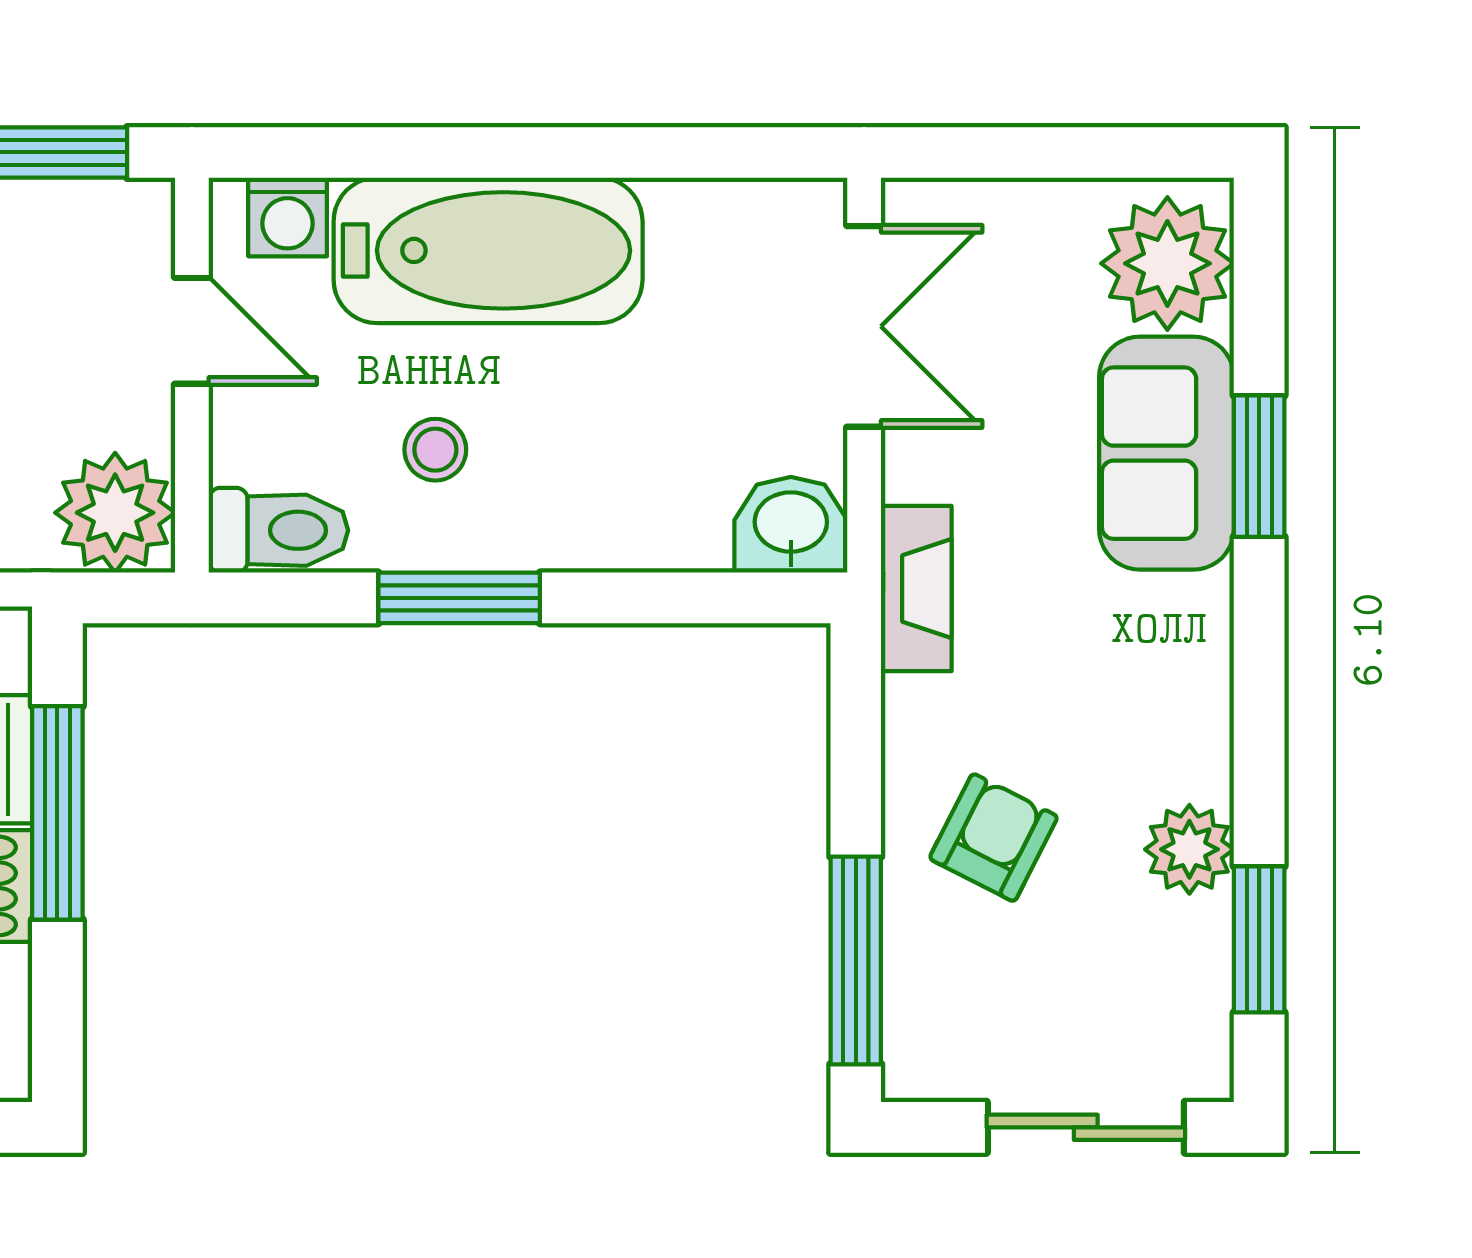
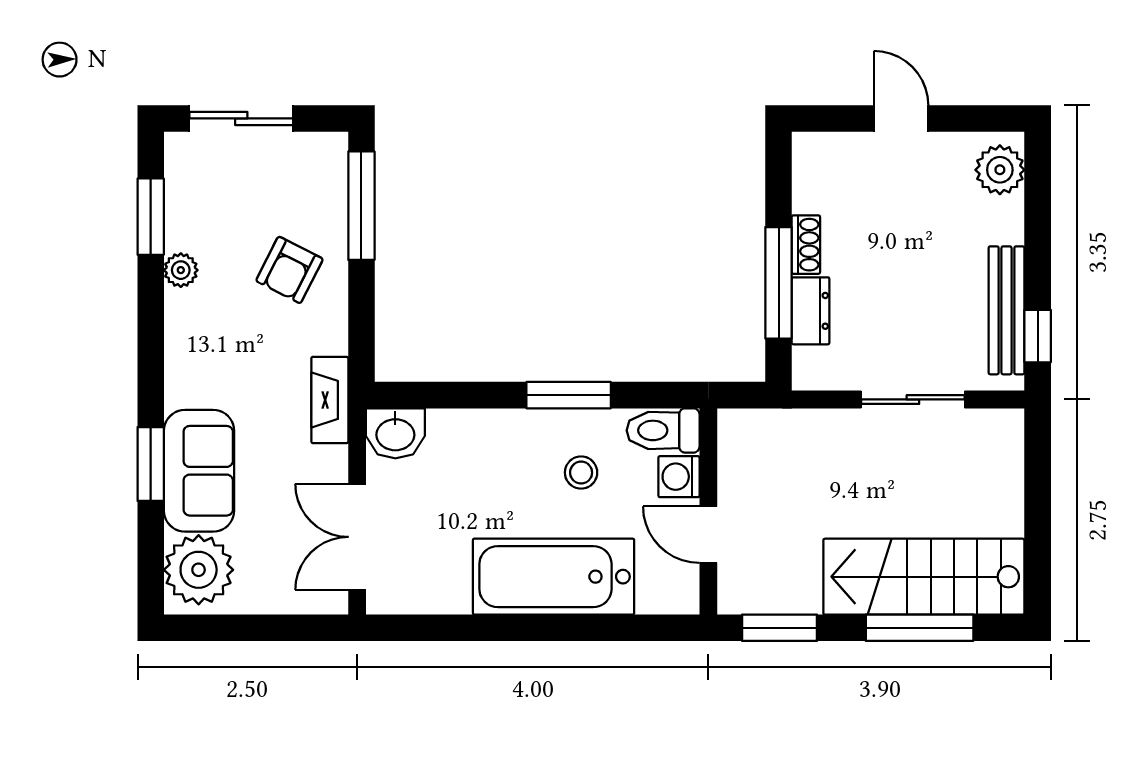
washing machine: (288, 217) -> (679, 477), moved, turned -90
plant: (115, 513) -> (748, 440), removed
plant: (1189, 849) -> (181, 270), width x0.73, depth x0.73

